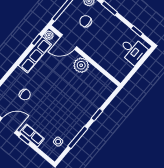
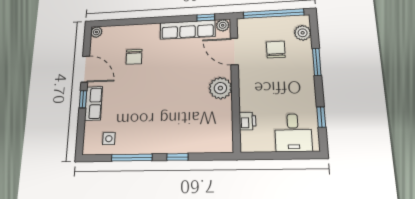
printer: (109, 67) -> (248, 121), added

